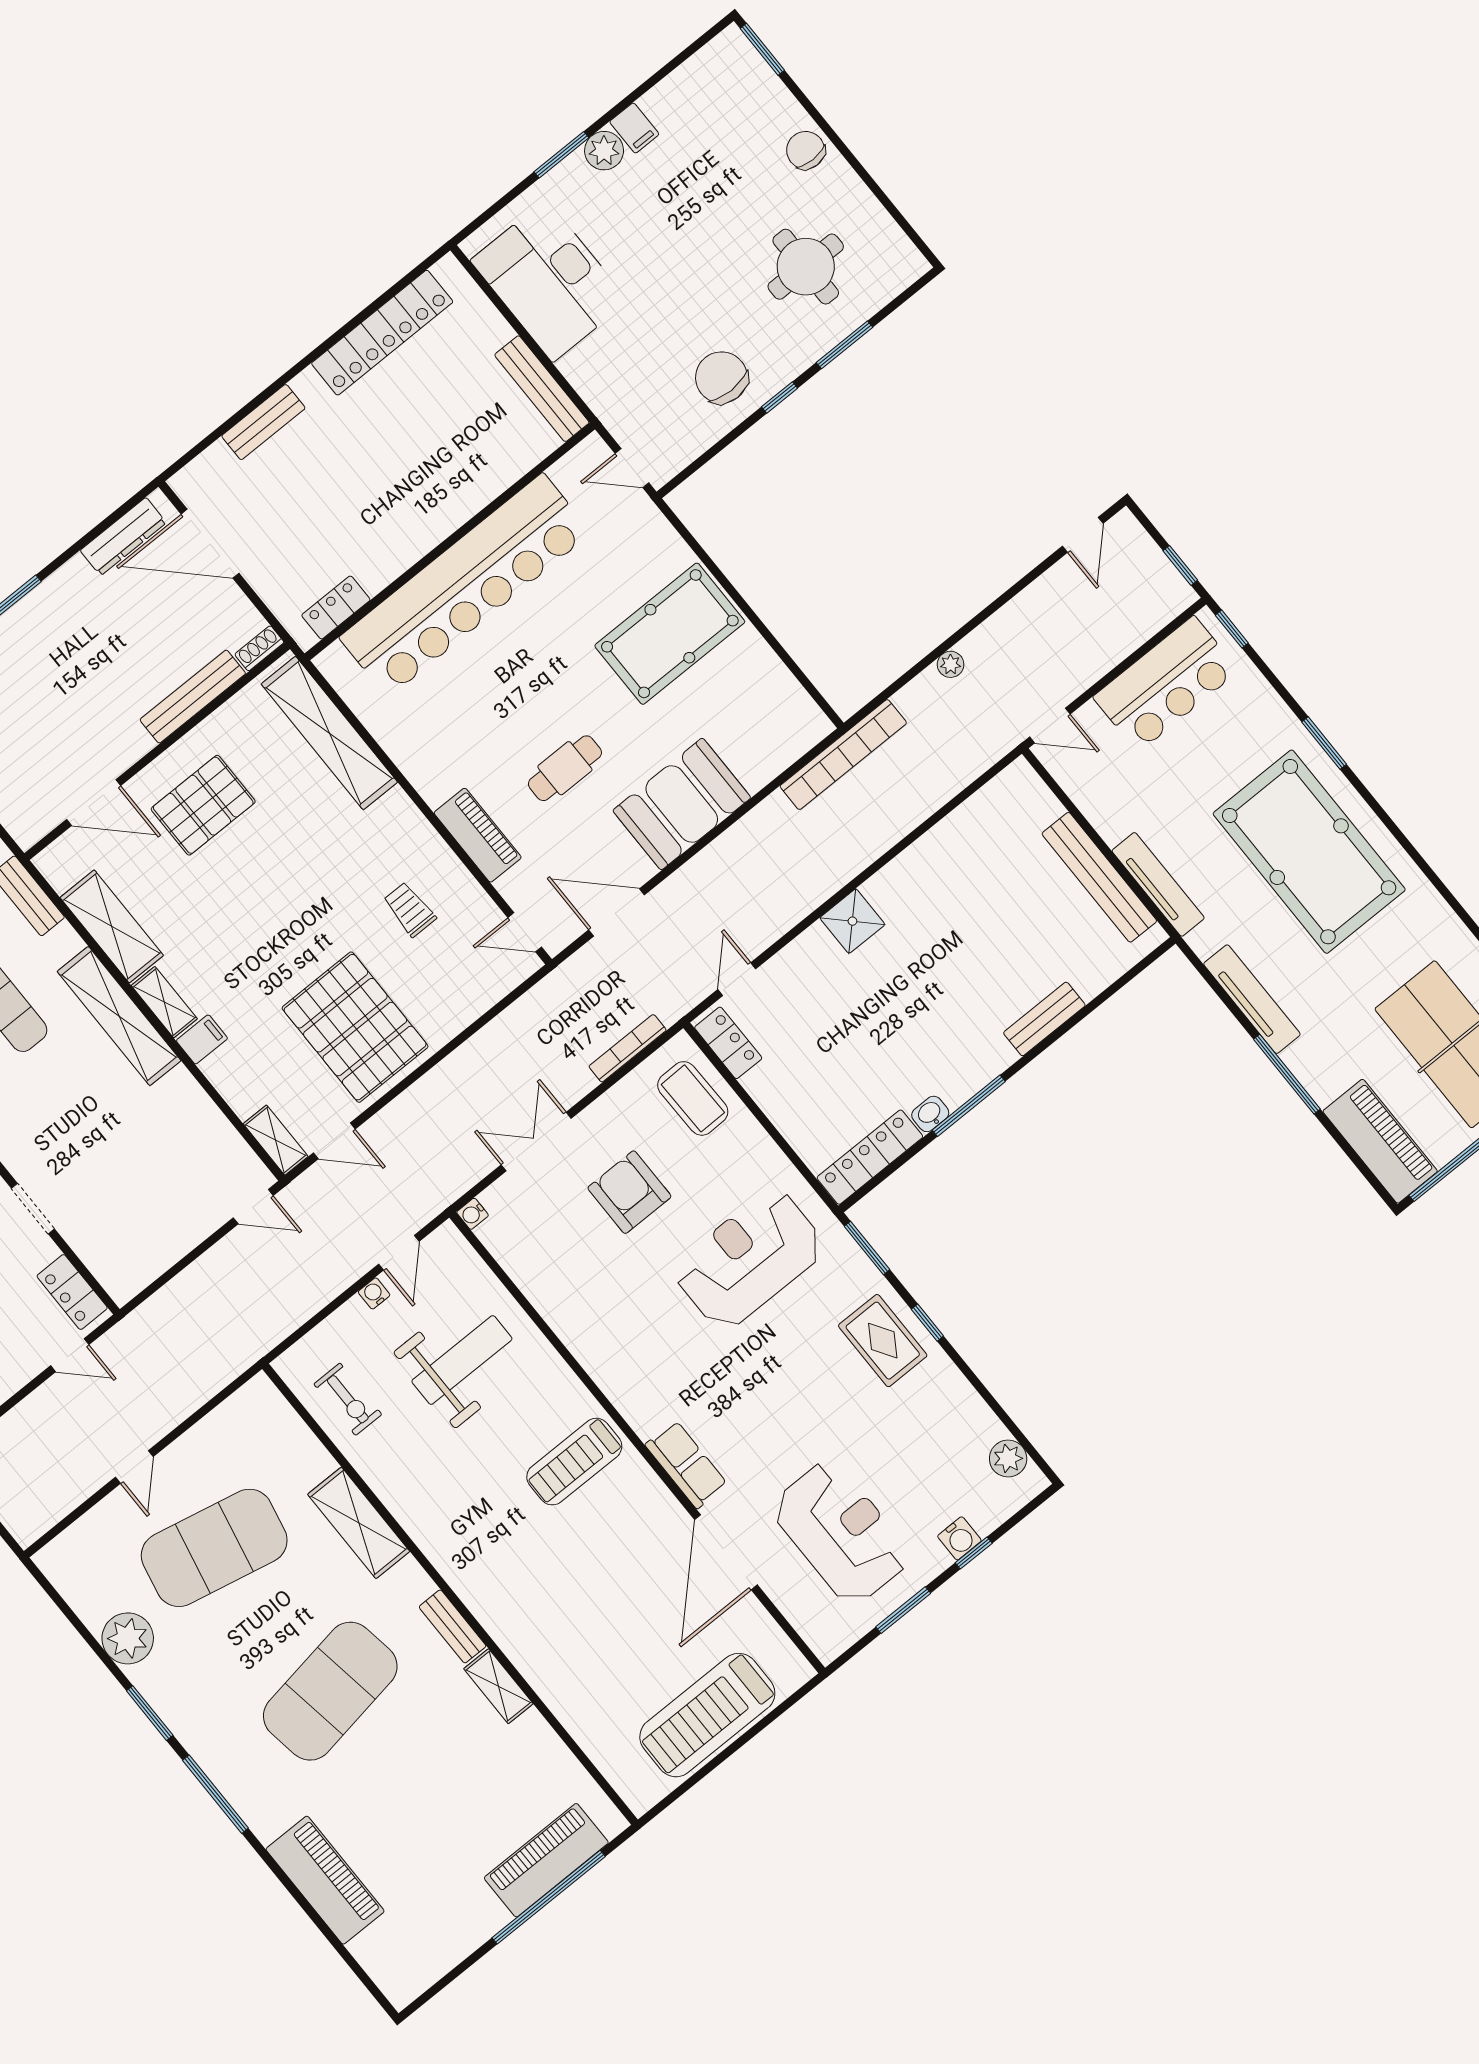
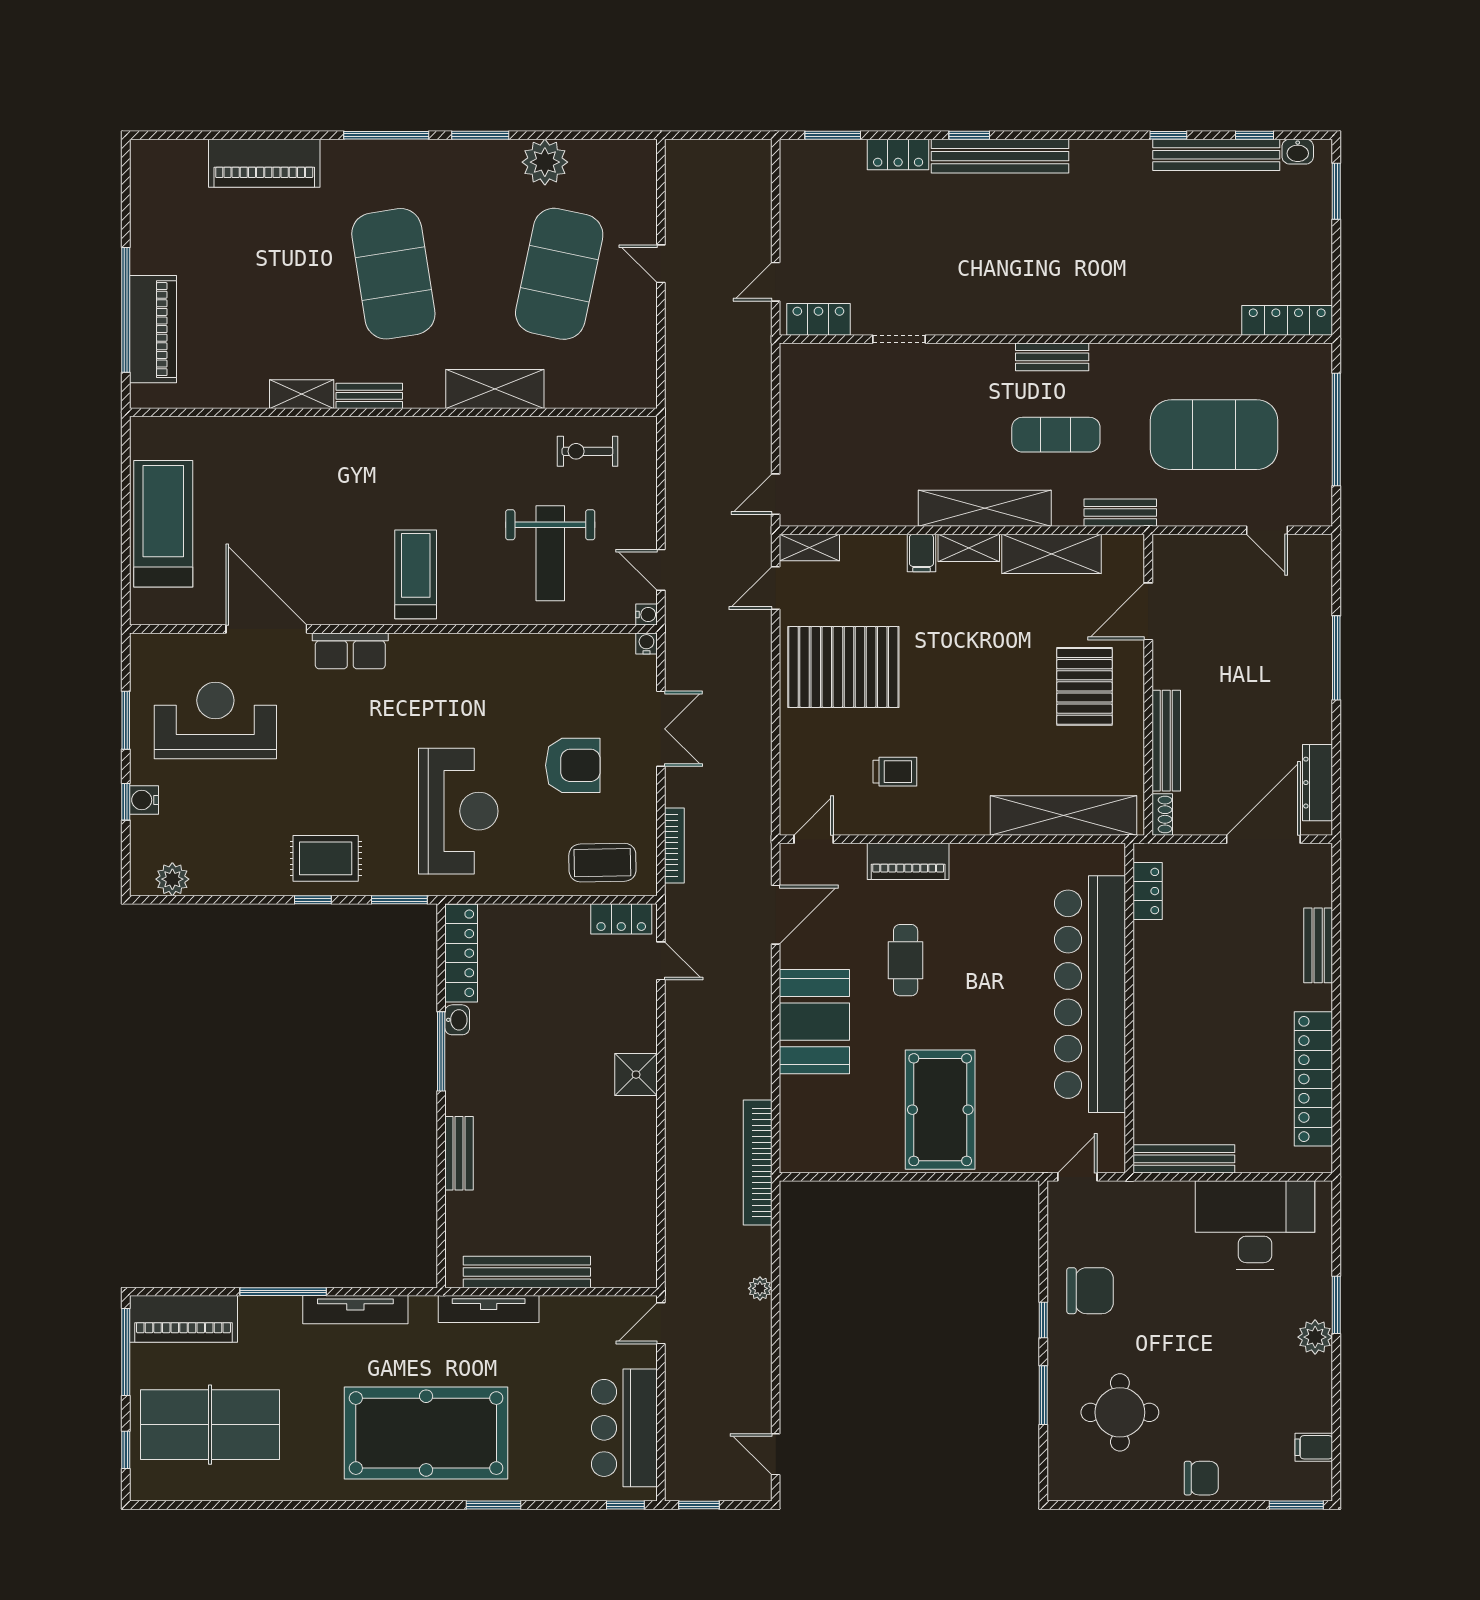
filing cabinet: (634, 128) -> (1314, 1447), moved
water cooler: (374, 1293) -> (646, 615), moved
reception desk: (841, 1532) -> (215, 720), turned 180

